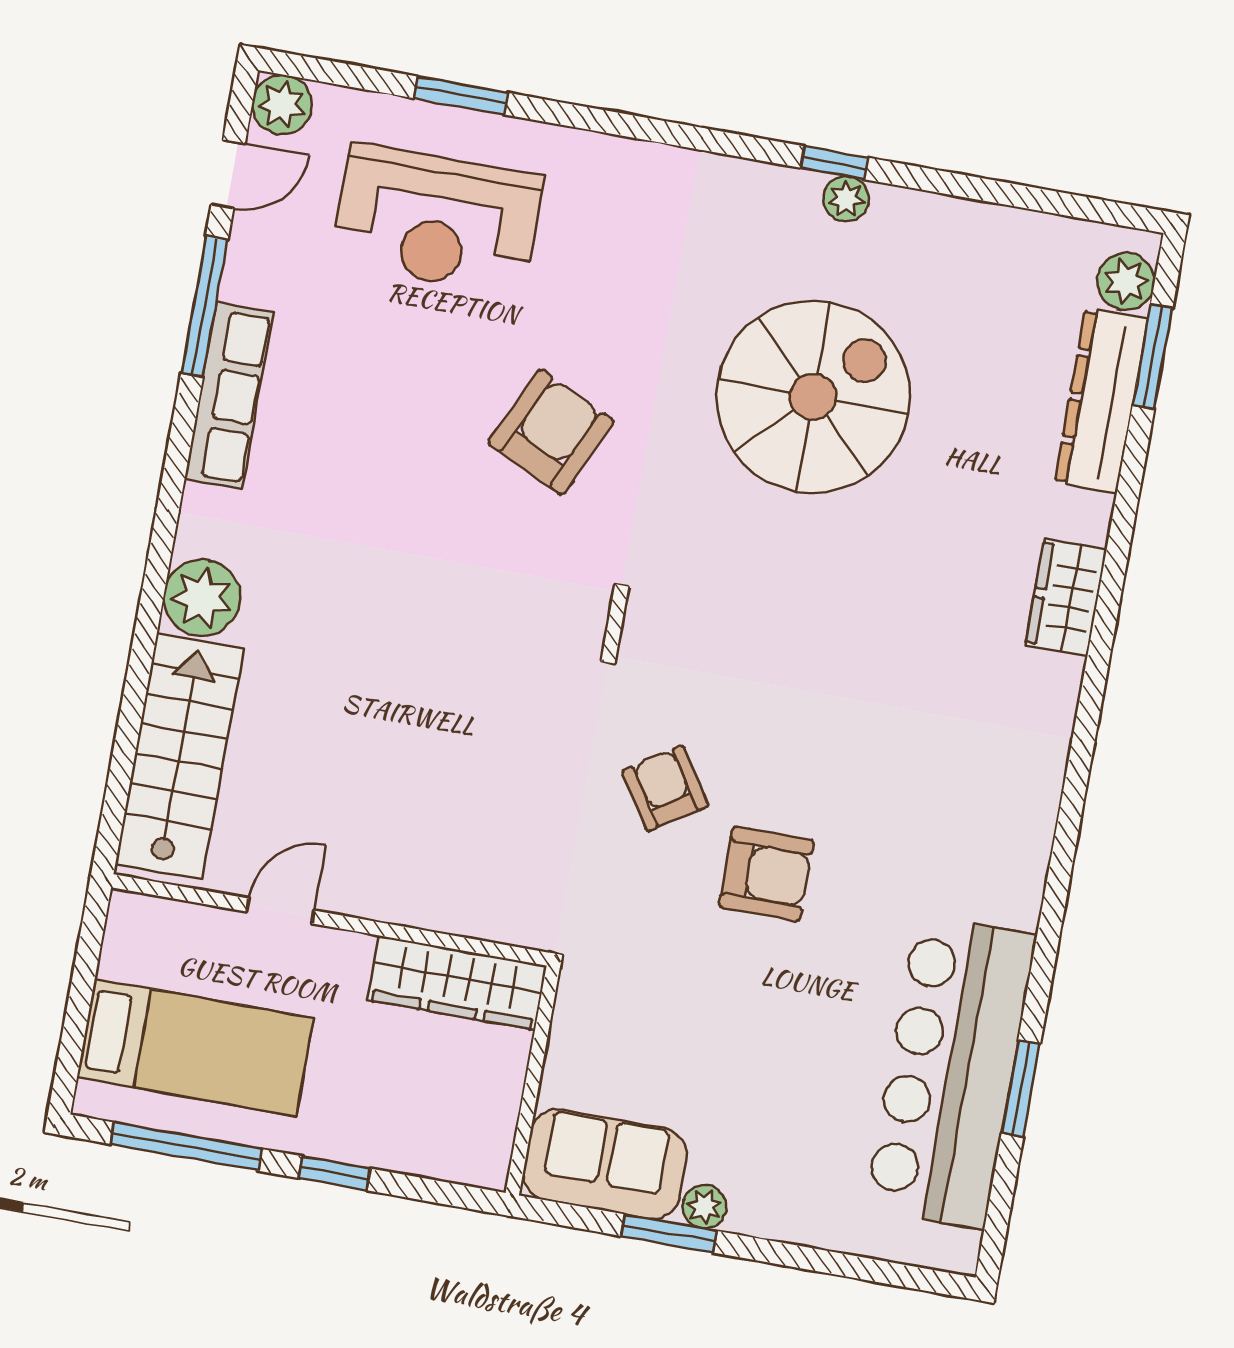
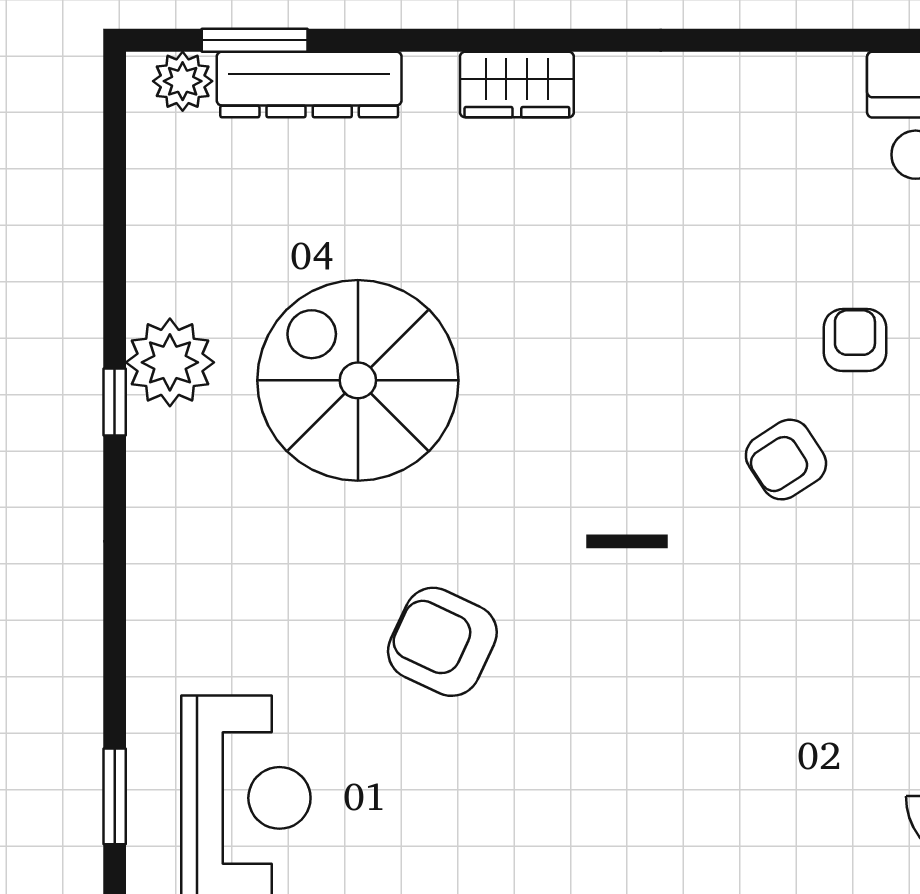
plant: (846, 199) -> (170, 362), width x1.88, depth x1.88
armchair: (767, 874) -> (855, 340), width x0.72, depth x0.72

